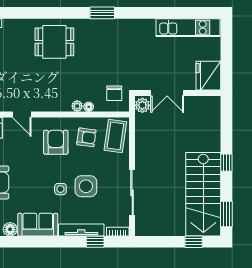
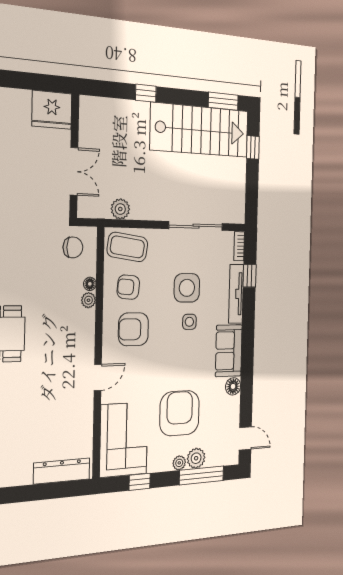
plant: (142, 105) -> (120, 209), moved
armchair: (86, 137) -> (128, 287), turned -93
window: (226, 163) -> (146, 93), moved

